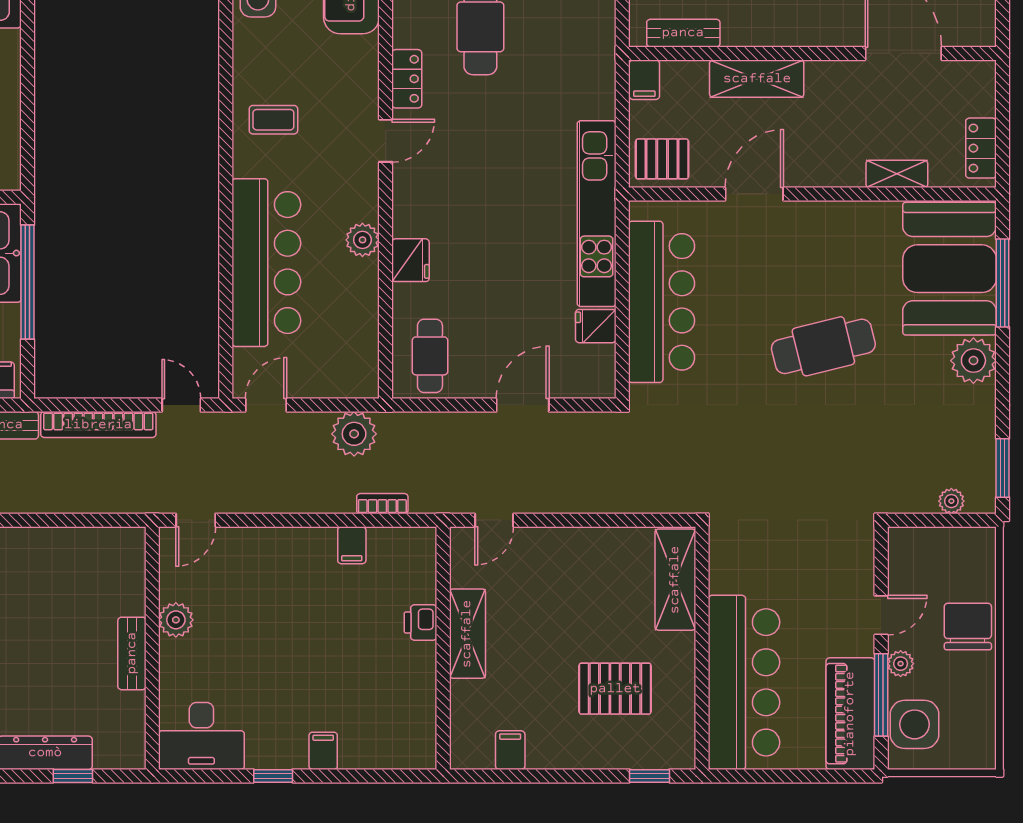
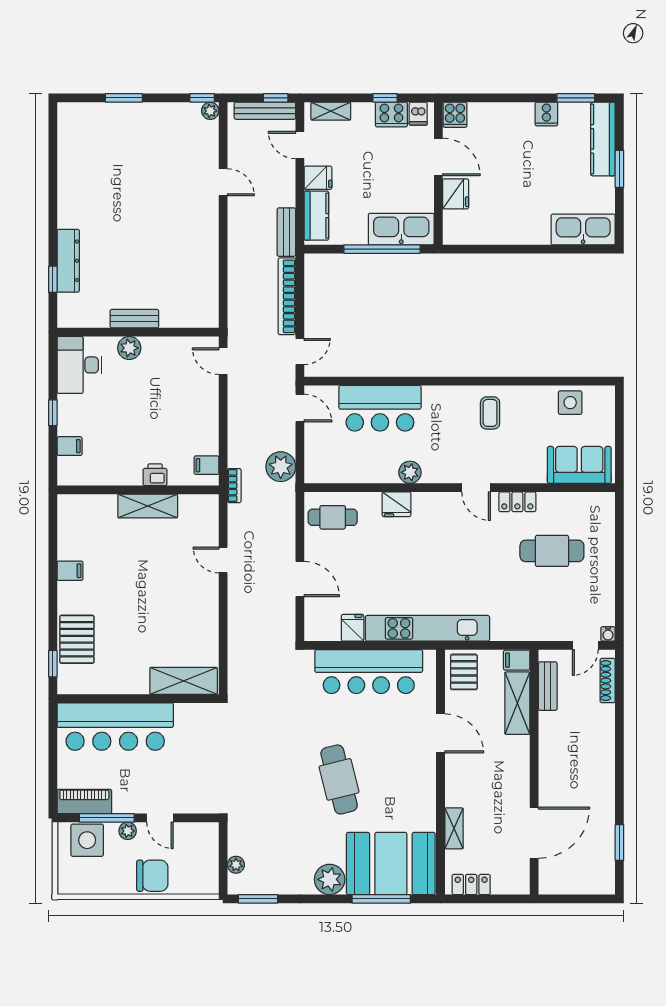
shelving: (757, 79) -> (517, 703), moved
bar counter: (266, 263) -> (380, 408), width x0.73
plant: (176, 620) -> (129, 348), moved
printer: (421, 623) -> (155, 475), moved
shelving: (467, 634) -> (148, 506), moved
wall: (443, 648) -> (138, 490), moved
pallet: (615, 689) -> (77, 639), moved
piano: (850, 714) -> (84, 801), width x0.73, depth x0.75

